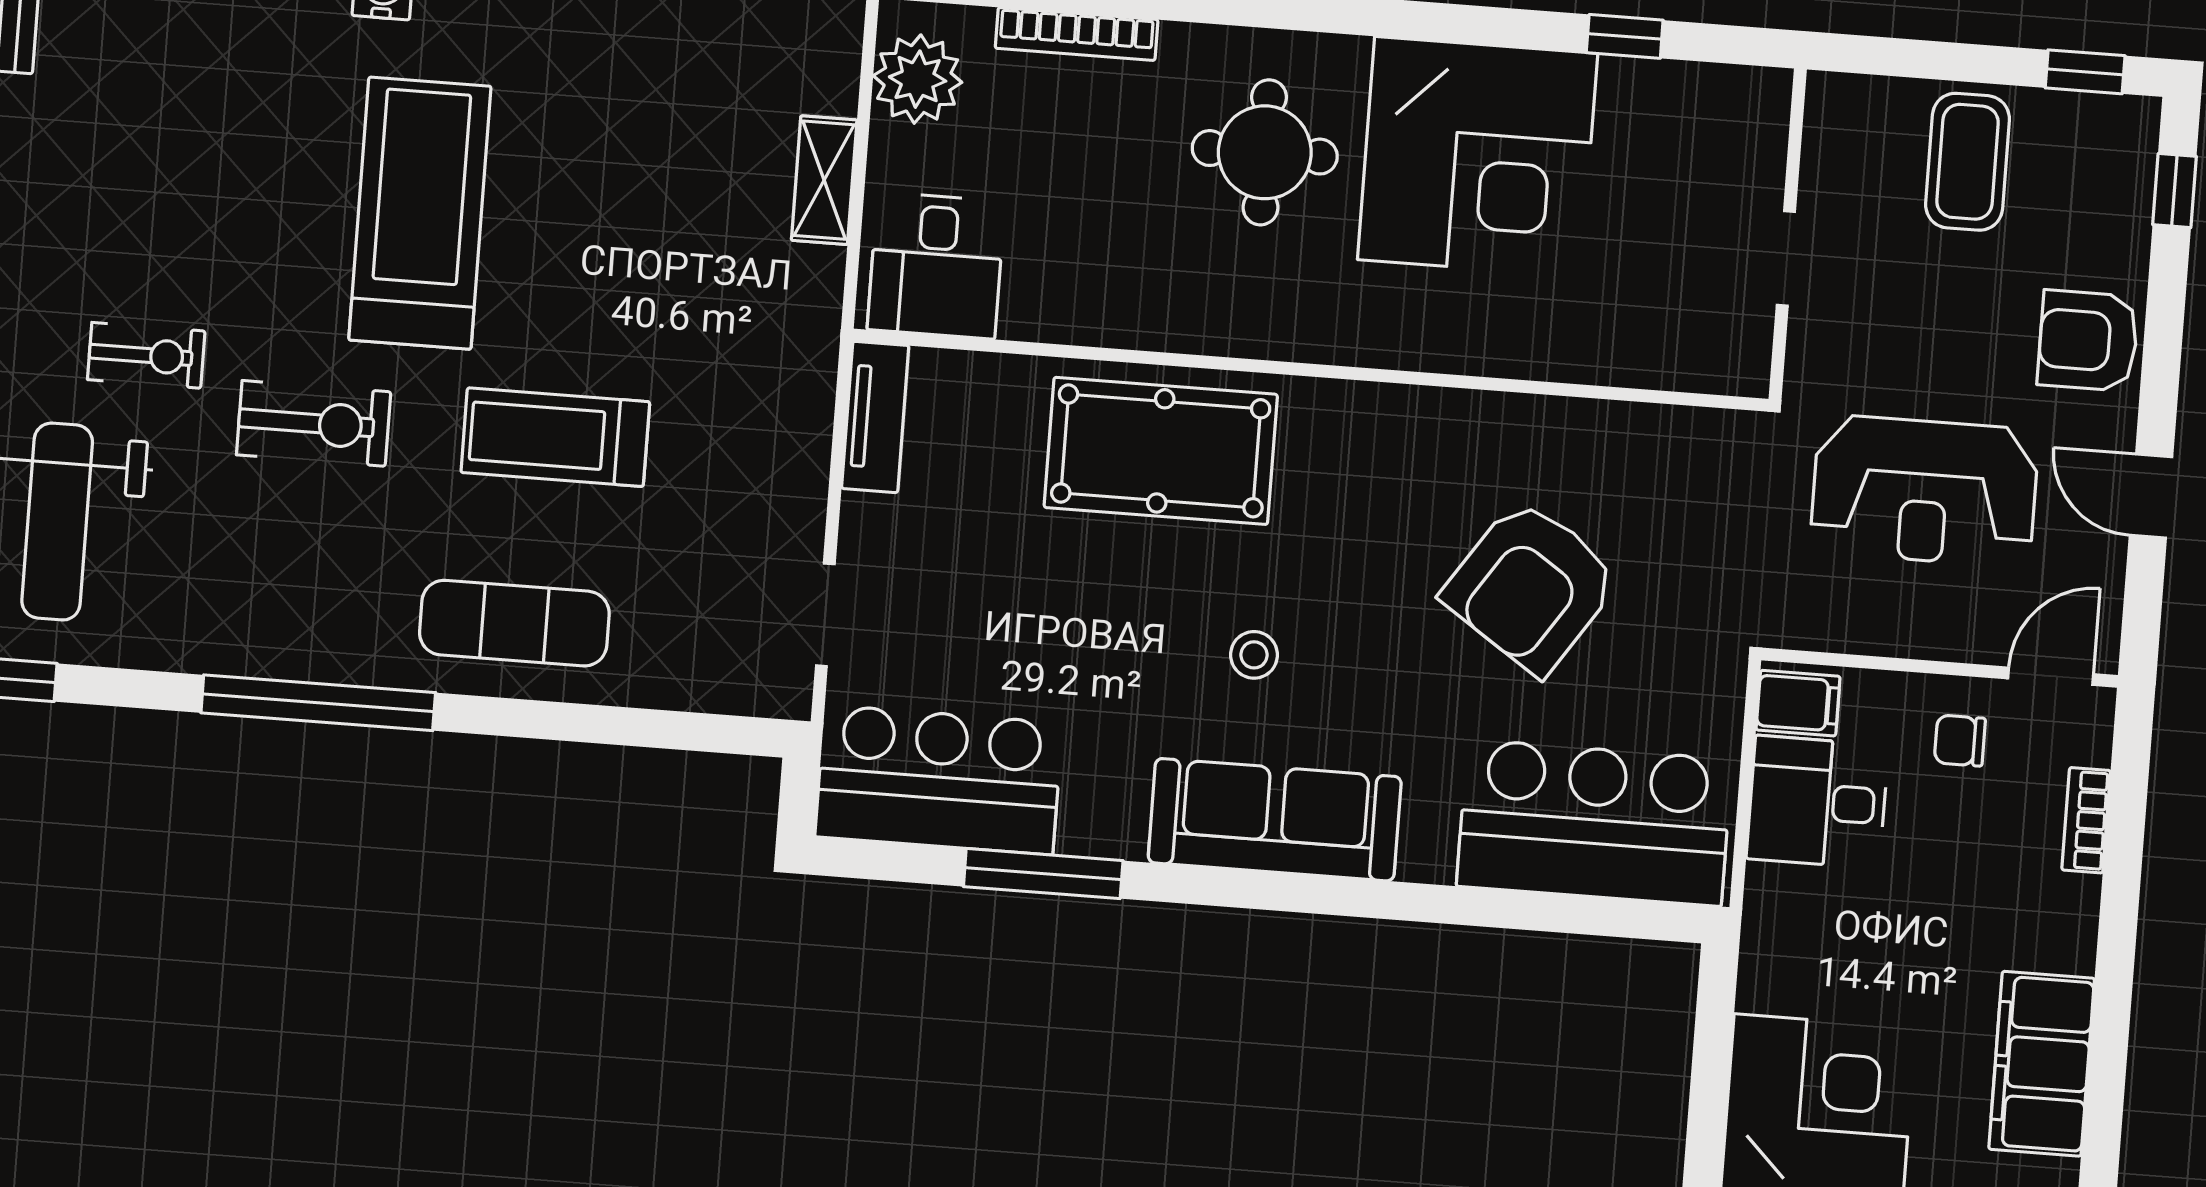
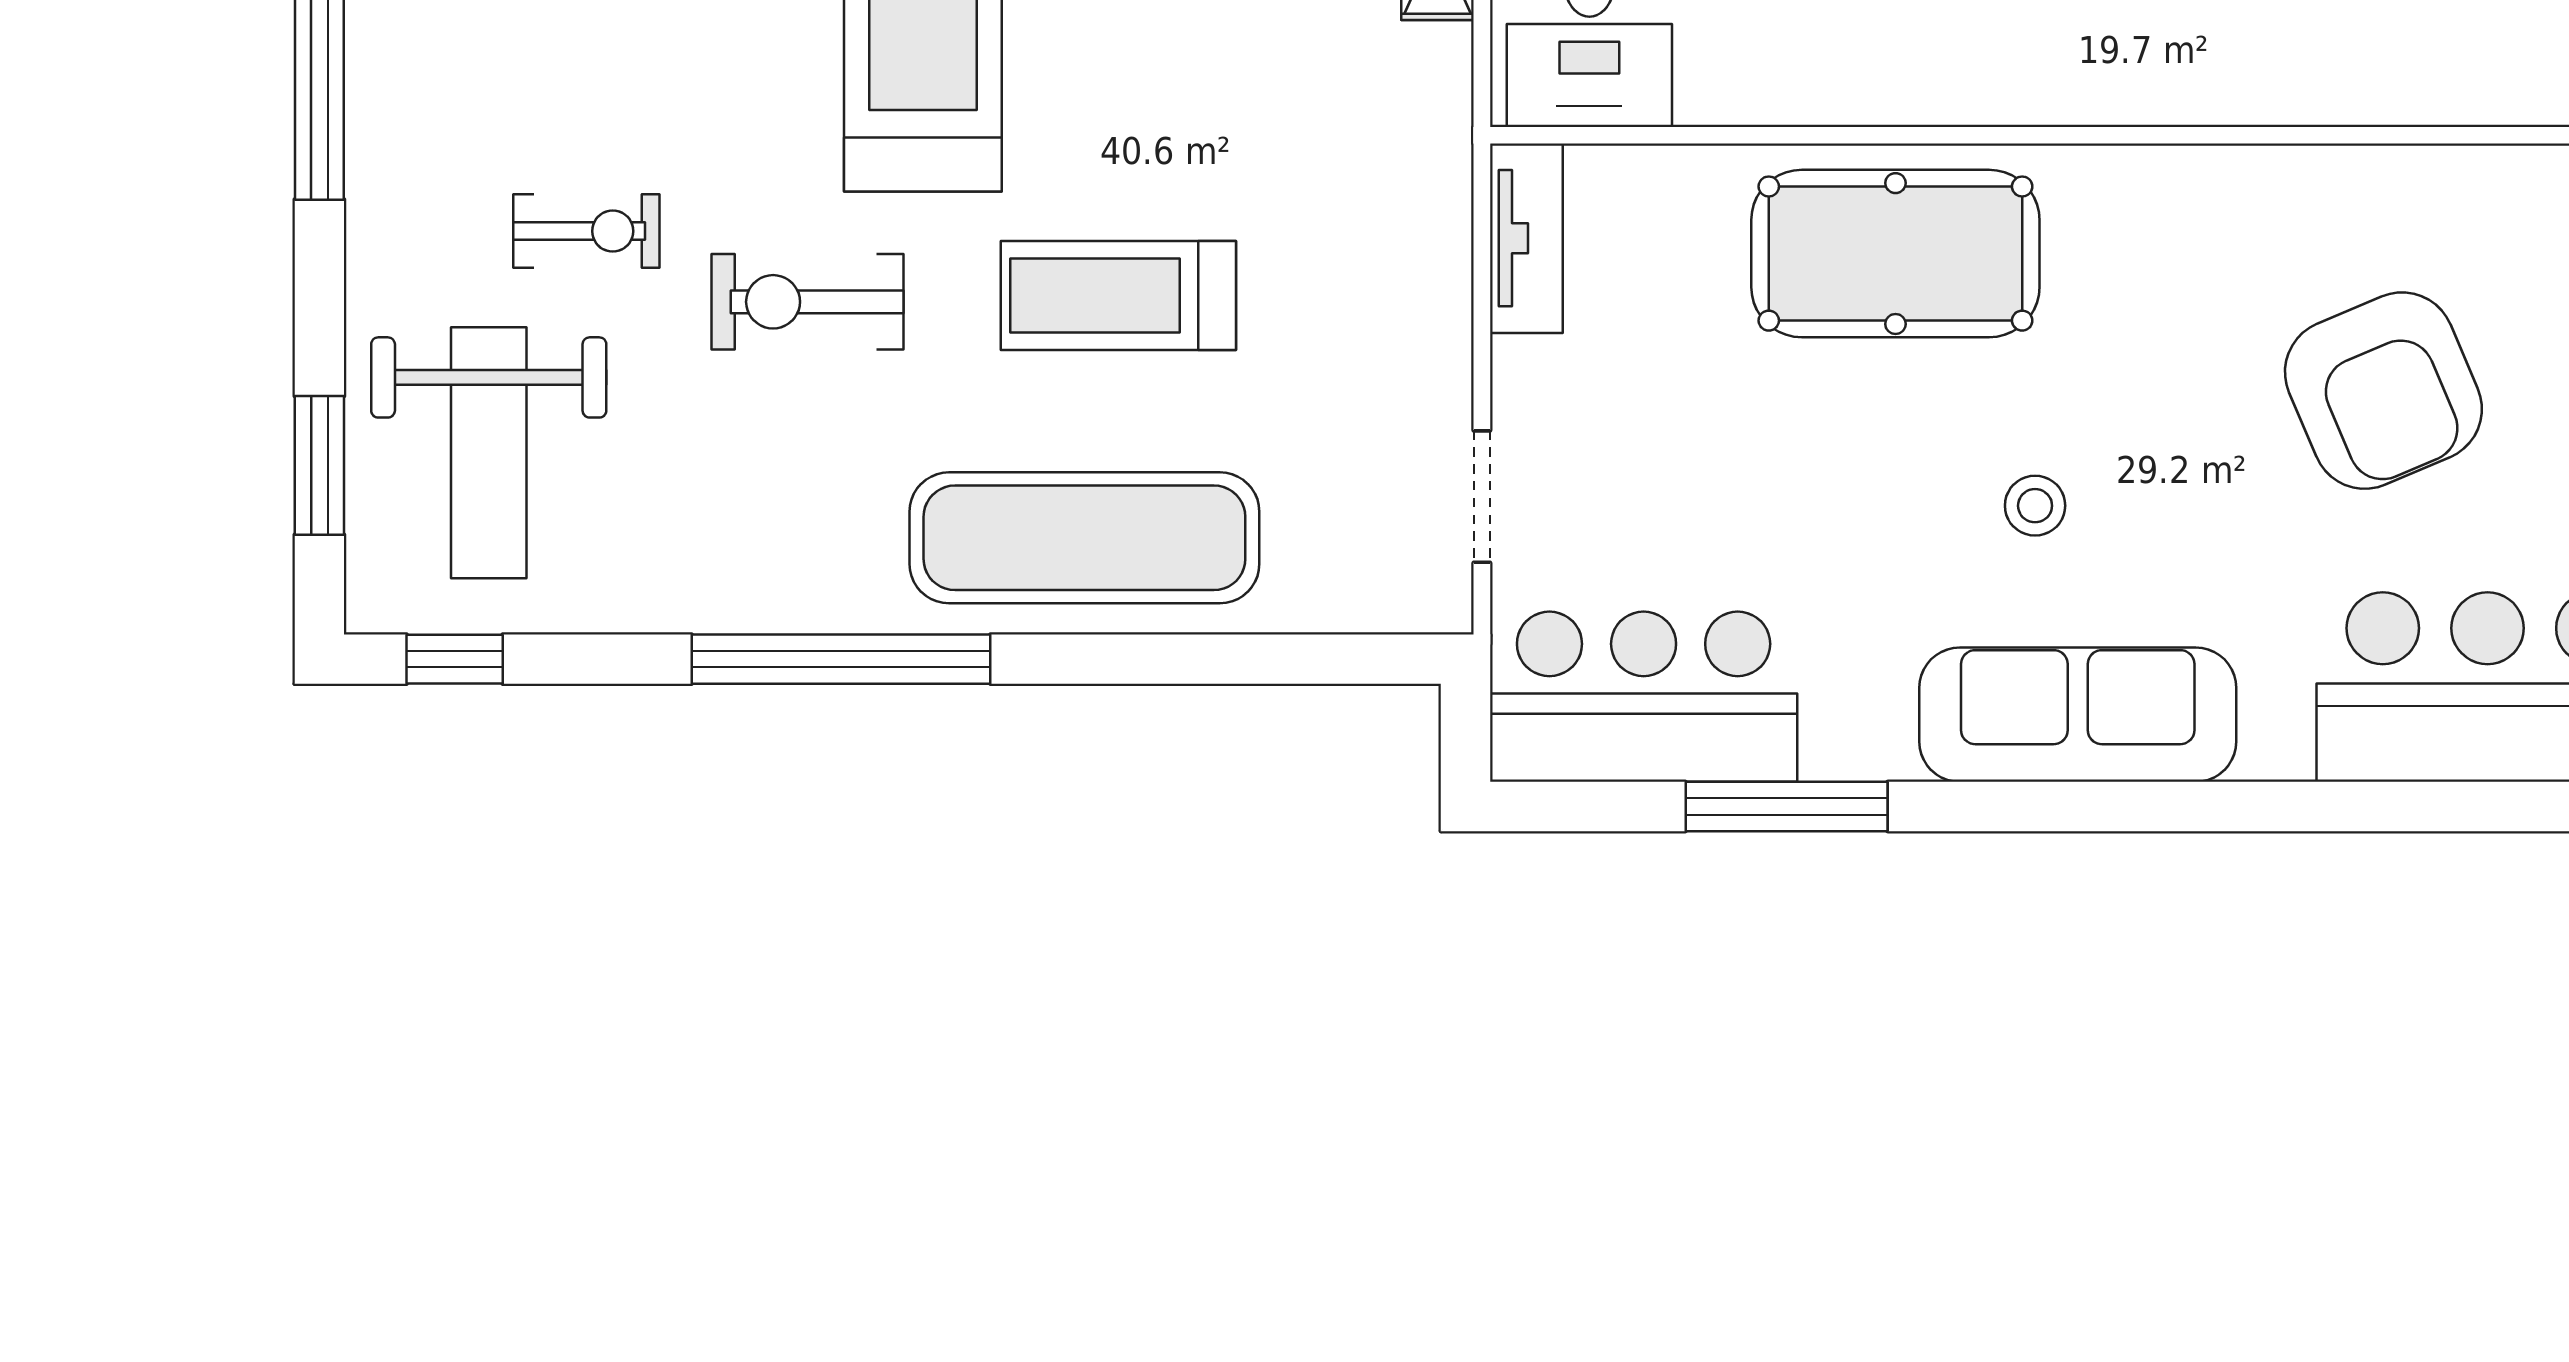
exercise bike: (314, 423) -> (808, 302), turned 180
armchair: (1531, 586) -> (2383, 391), turned -57
exercise mat: (514, 623) -> (1084, 538), width x1.36, depth x1.45

